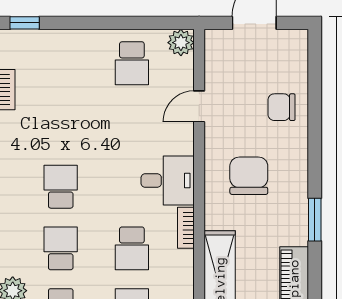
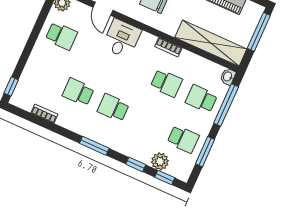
desk: (168, 181) -> (122, 39), moved
school desk: (61, 248) -> (78, 92), moved

